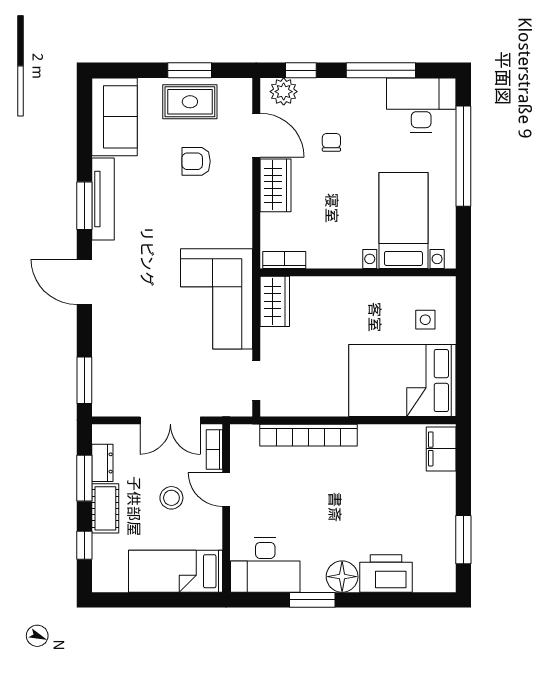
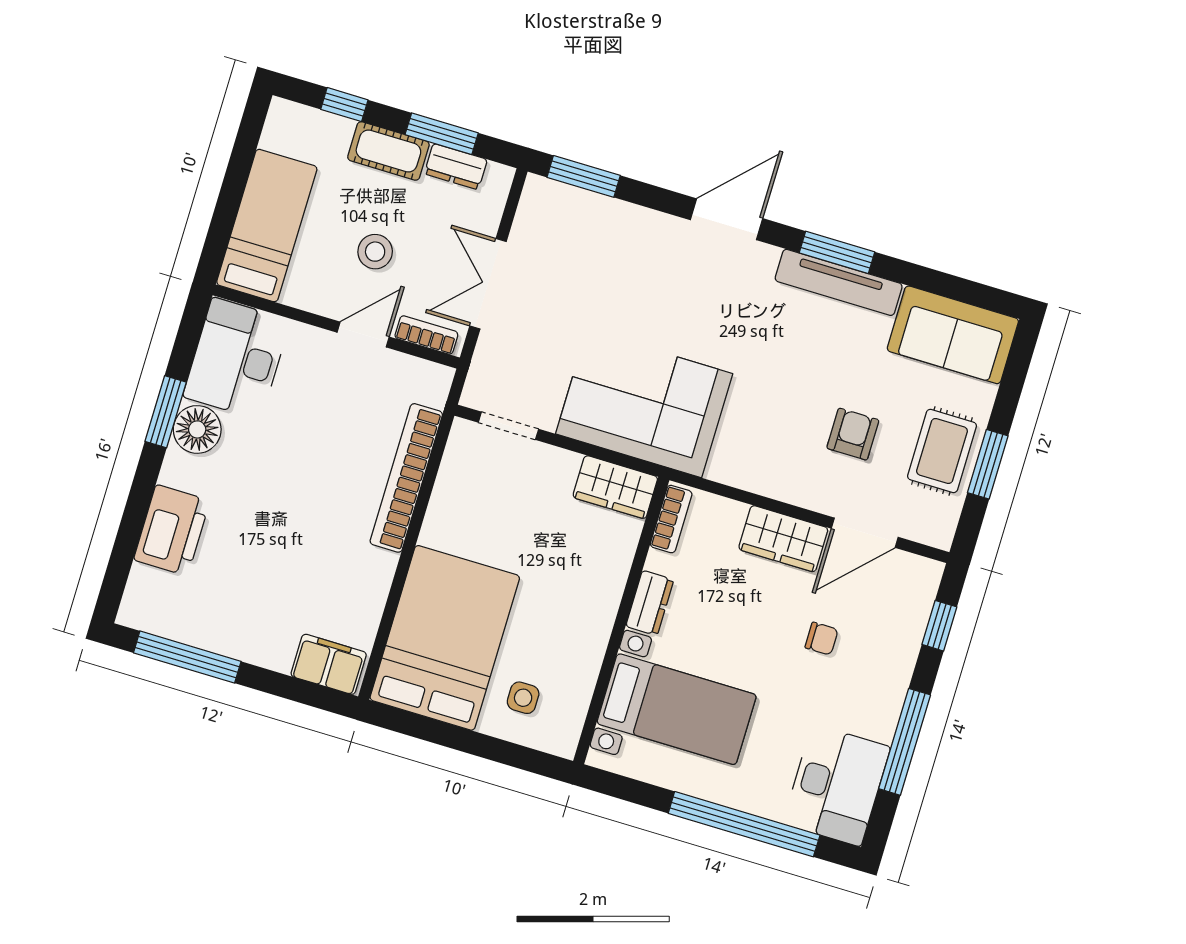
plant: (284, 92) -> (916, 591), removed
dresser: (341, 258) -> (650, 603), added
window: (463, 540) -> (187, 657), width x1.44
floor lamp: (342, 577) -> (197, 429), moved

